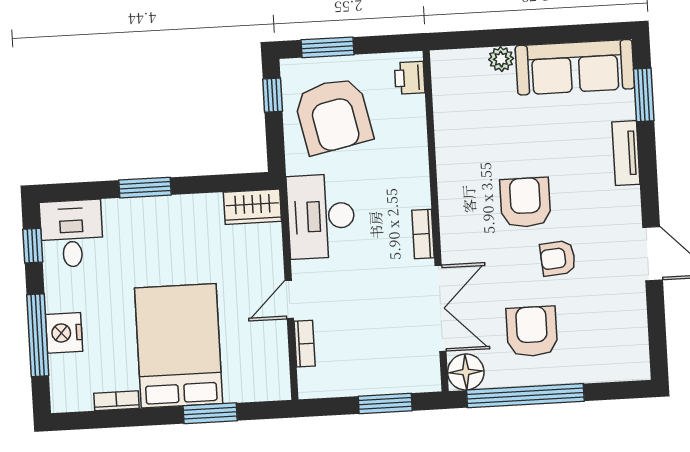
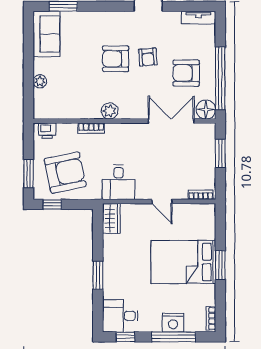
sofa: (575, 67) -> (46, 34), width x0.73
tv unit: (626, 153) -> (198, 18), moved
plant: (453, 192) -> (110, 111), added
armchair: (525, 202) -> (116, 59), moved
desk: (321, 216) -> (118, 182), width x0.73
bookcase: (423, 234) -> (91, 128), moved
bookcase: (305, 344) -> (201, 195), moved
bookcase: (116, 401) -> (211, 318), moved
window: (210, 413) -> (220, 265), moved

